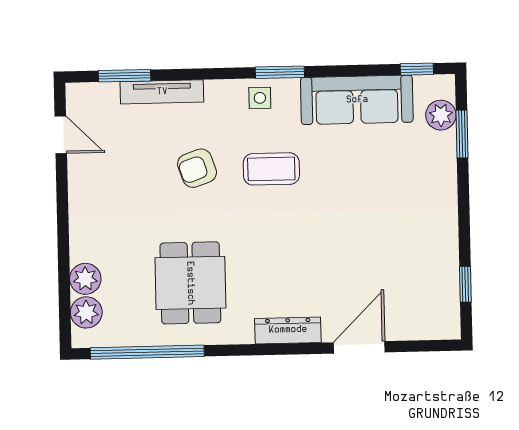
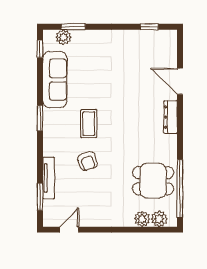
side table: (260, 98) -> (53, 129), removed
dining table: (190, 283) -> (153, 181), moved

